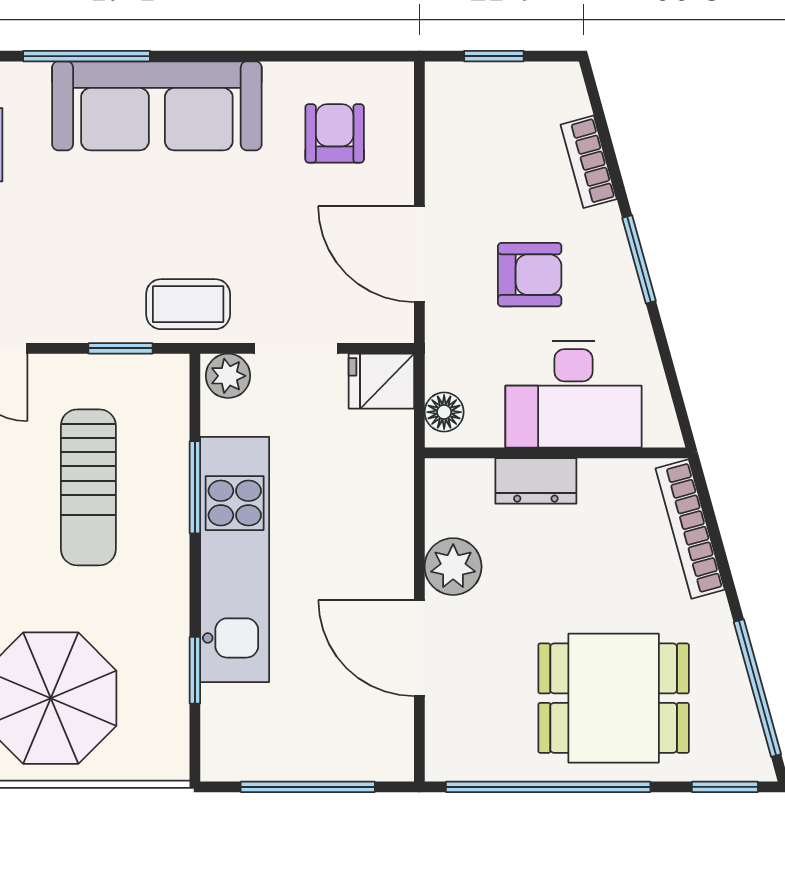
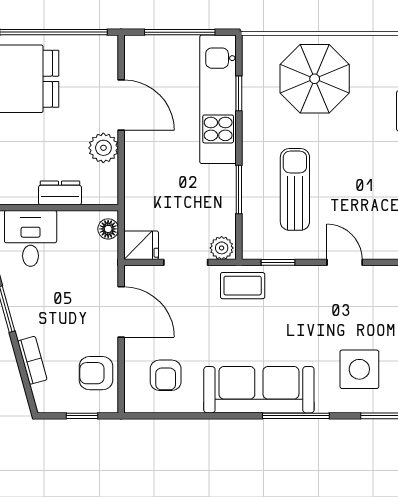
armchair: (530, 275) -> (96, 373), moved
desk: (573, 394) -> (31, 238), width x0.73
kitchen unit: (235, 559) -> (218, 99), moved

